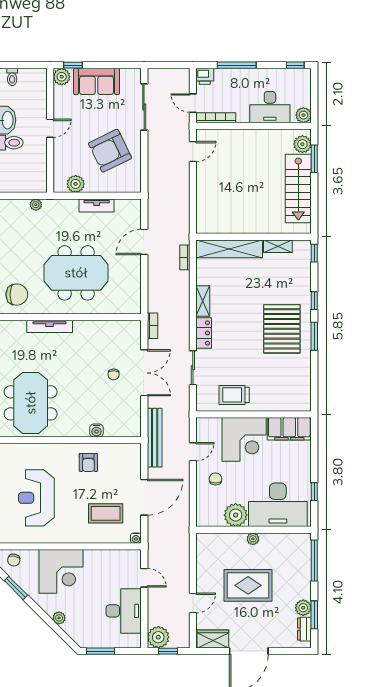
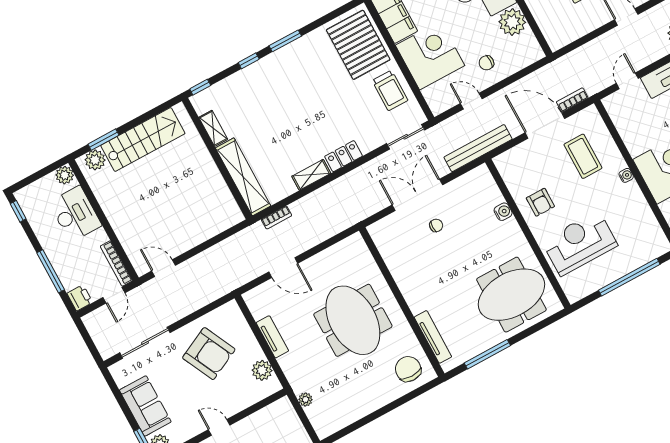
tv unit: (50, 326) -> (433, 337), moved
bookcase: (152, 326) -> (572, 100), moved
pallet: (282, 329) -> (358, 45), moved, turned 90
sliding door: (193, 368) -> (406, 137), moved
armchair: (88, 462) -> (540, 202), turned 90
reception desk: (36, 498) -> (580, 243), moved, turned 180
water cooler: (136, 538) -> (626, 175), moved

